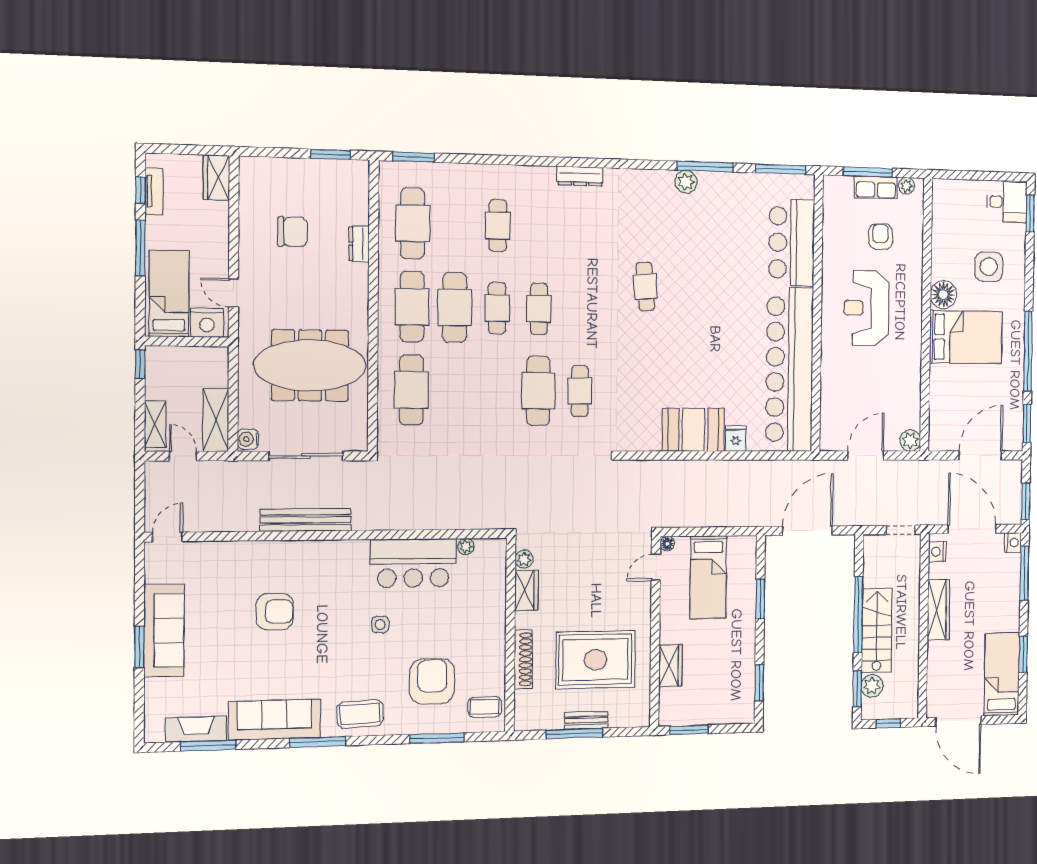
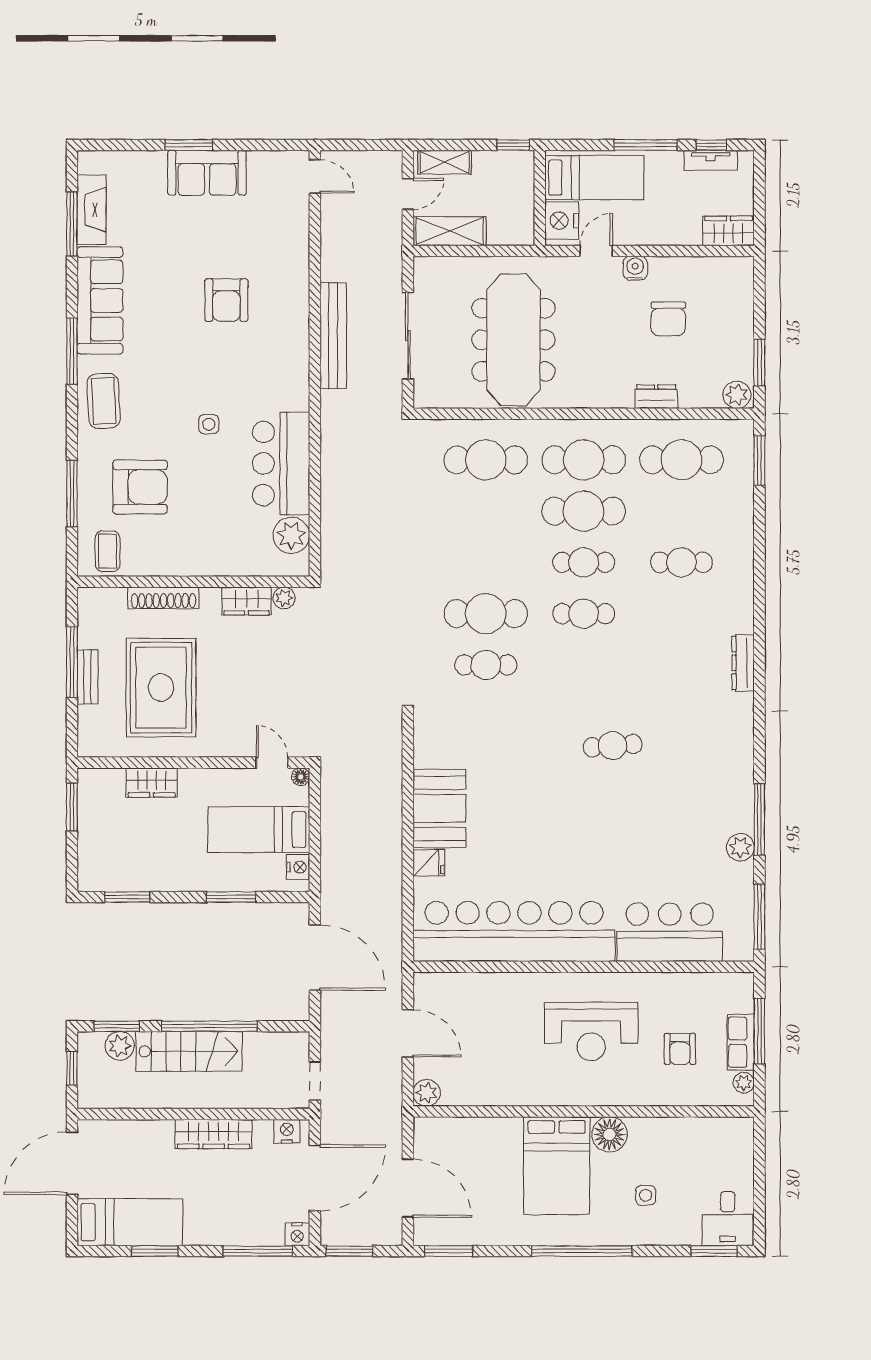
plant: (358, 175) -> (737, 395), added
plant: (686, 182) -> (740, 847), moved
armchair: (880, 237) -> (680, 1049), turned 90
side table: (989, 267) -> (646, 1195), width x0.54, depth x0.54
reception desk: (866, 308) -> (591, 1031), turned 180
window: (1028, 351) -> (582, 1251), moved
water cooler: (248, 439) -> (635, 268), moved
nightstand: (738, 545) -> (298, 867), added
plant: (466, 547) -> (291, 535), width x1.88, depth x1.88
sofa: (164, 630) -> (207, 173), width x0.73

